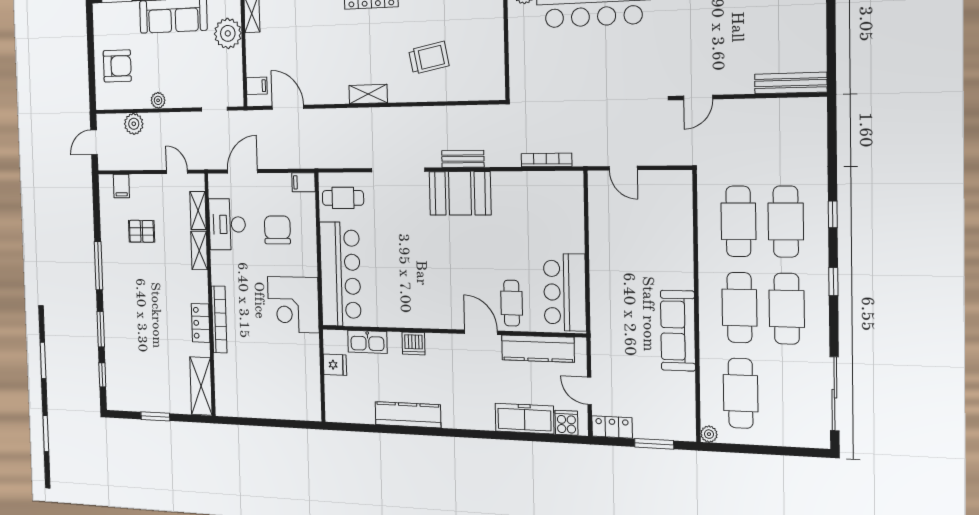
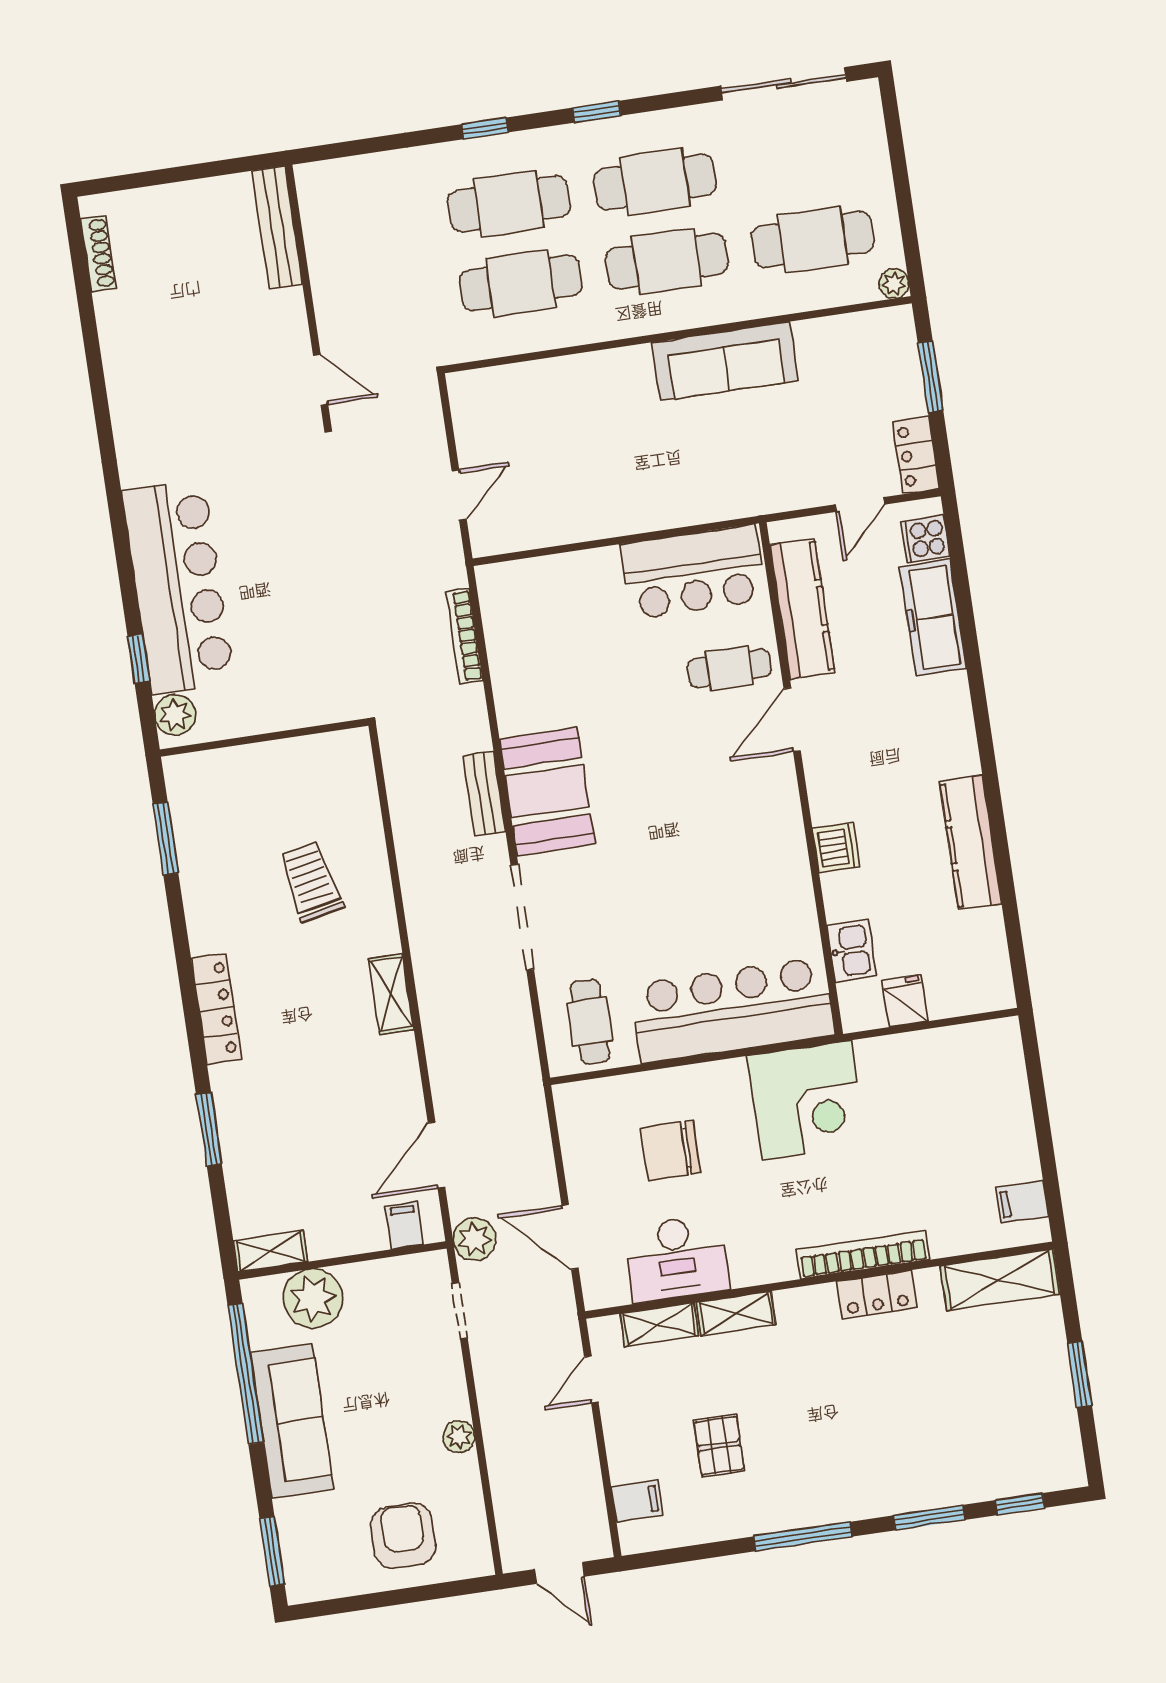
plant: (134, 124) -> (474, 1239), moved
filing cabinet: (303, 182) -> (1022, 1202), moved, turned 90
kitchen sink: (367, 342) -> (852, 951), width x0.73

